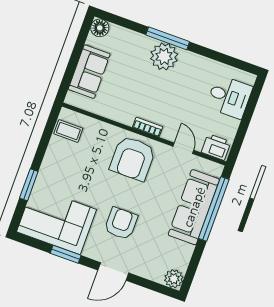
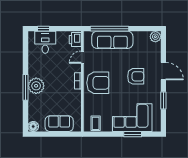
window: (252, 102) -> (44, 29), added
corner sofa: (56, 221) -> (132, 118), moved, turned 90
armchair: (121, 224) -> (136, 76), turned 180

